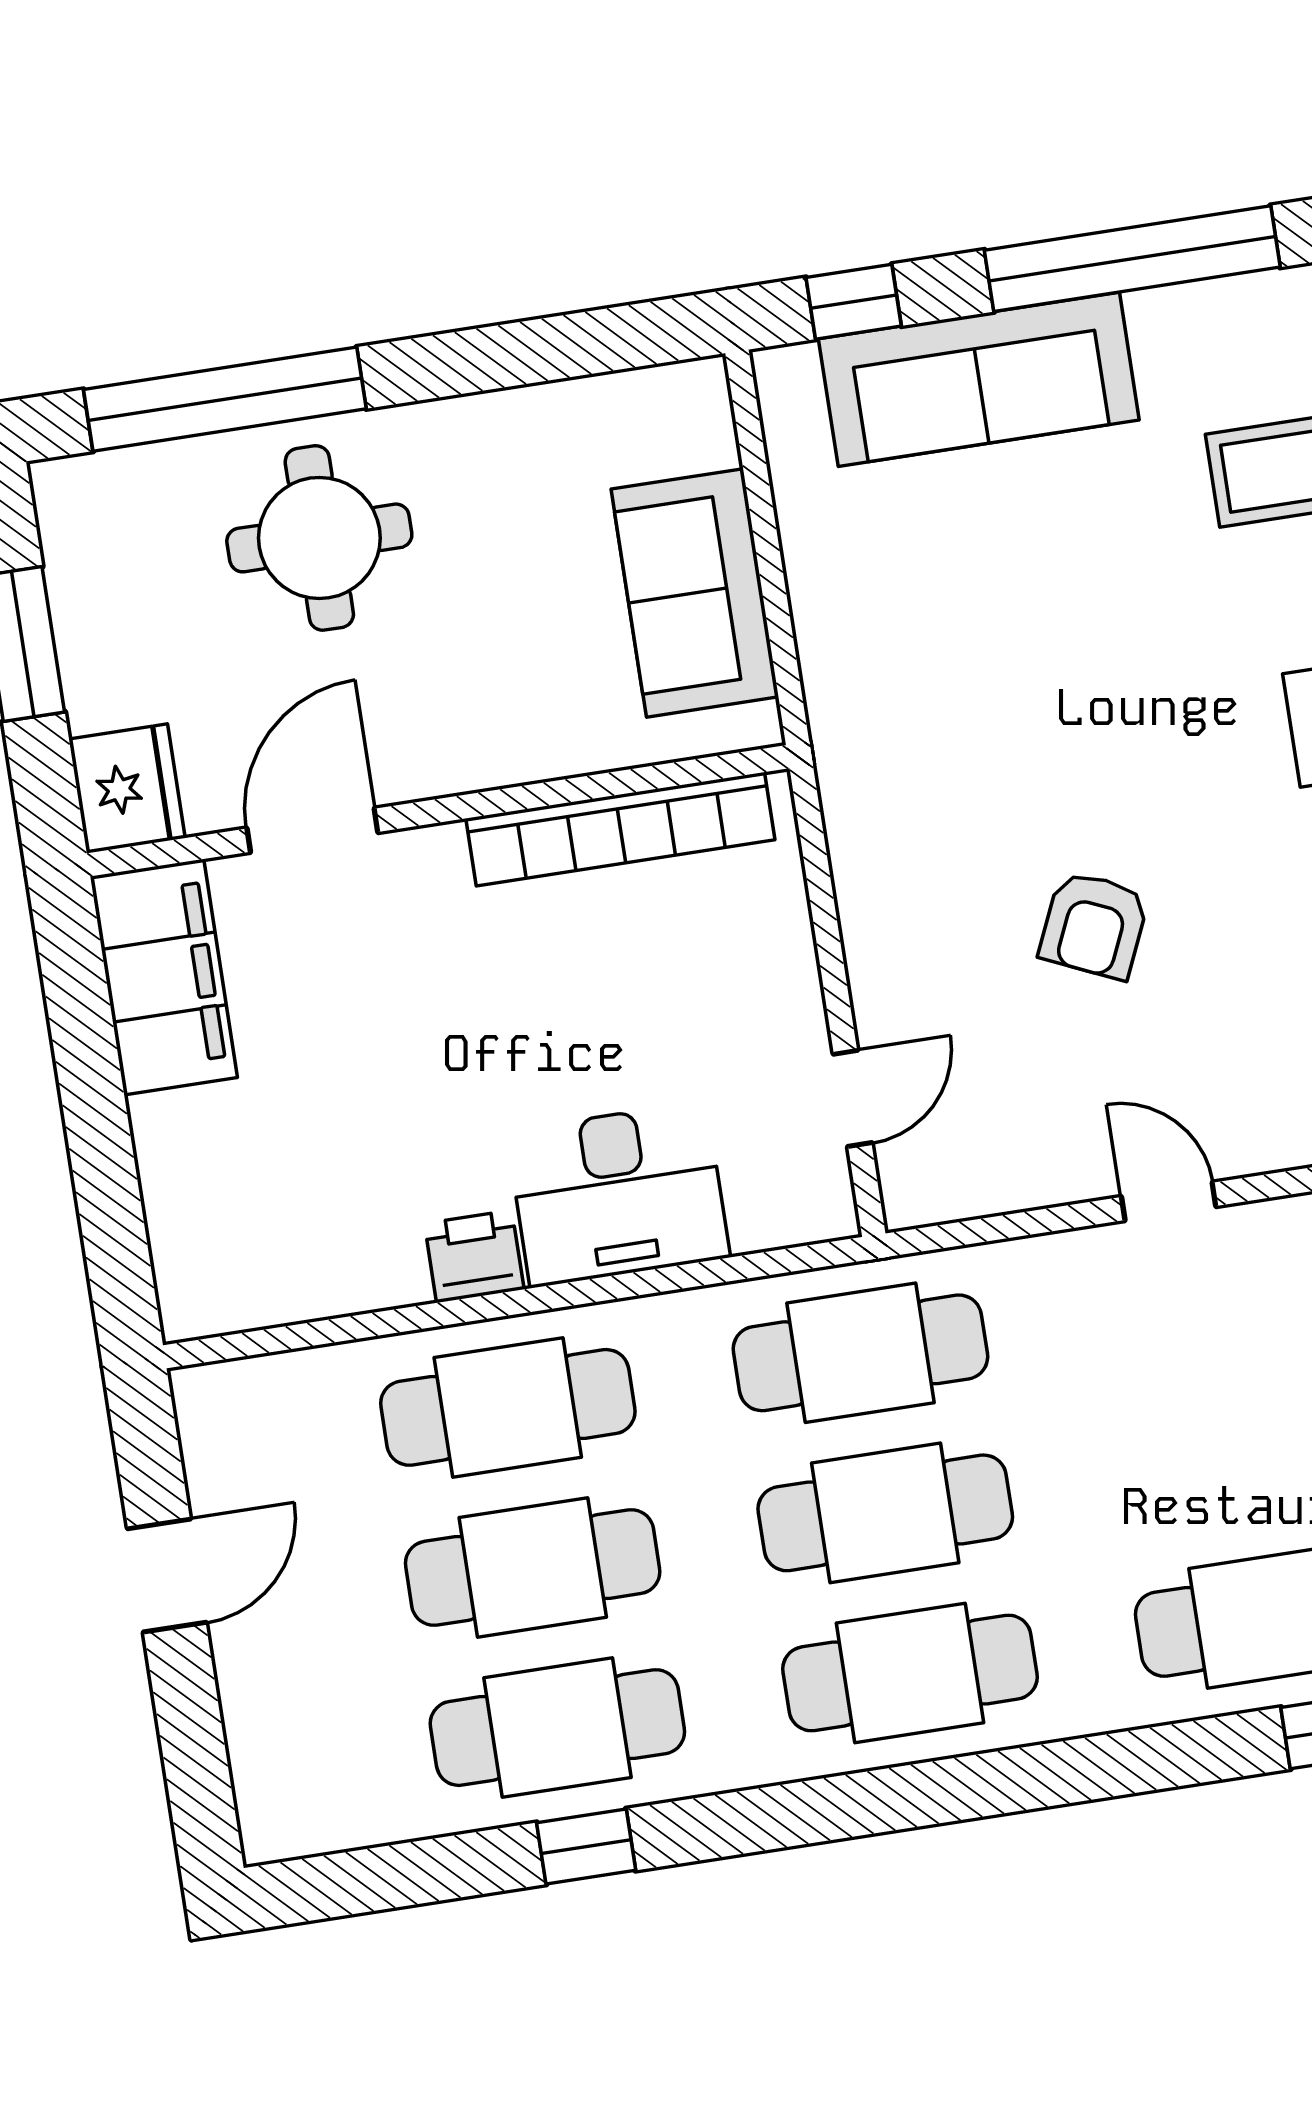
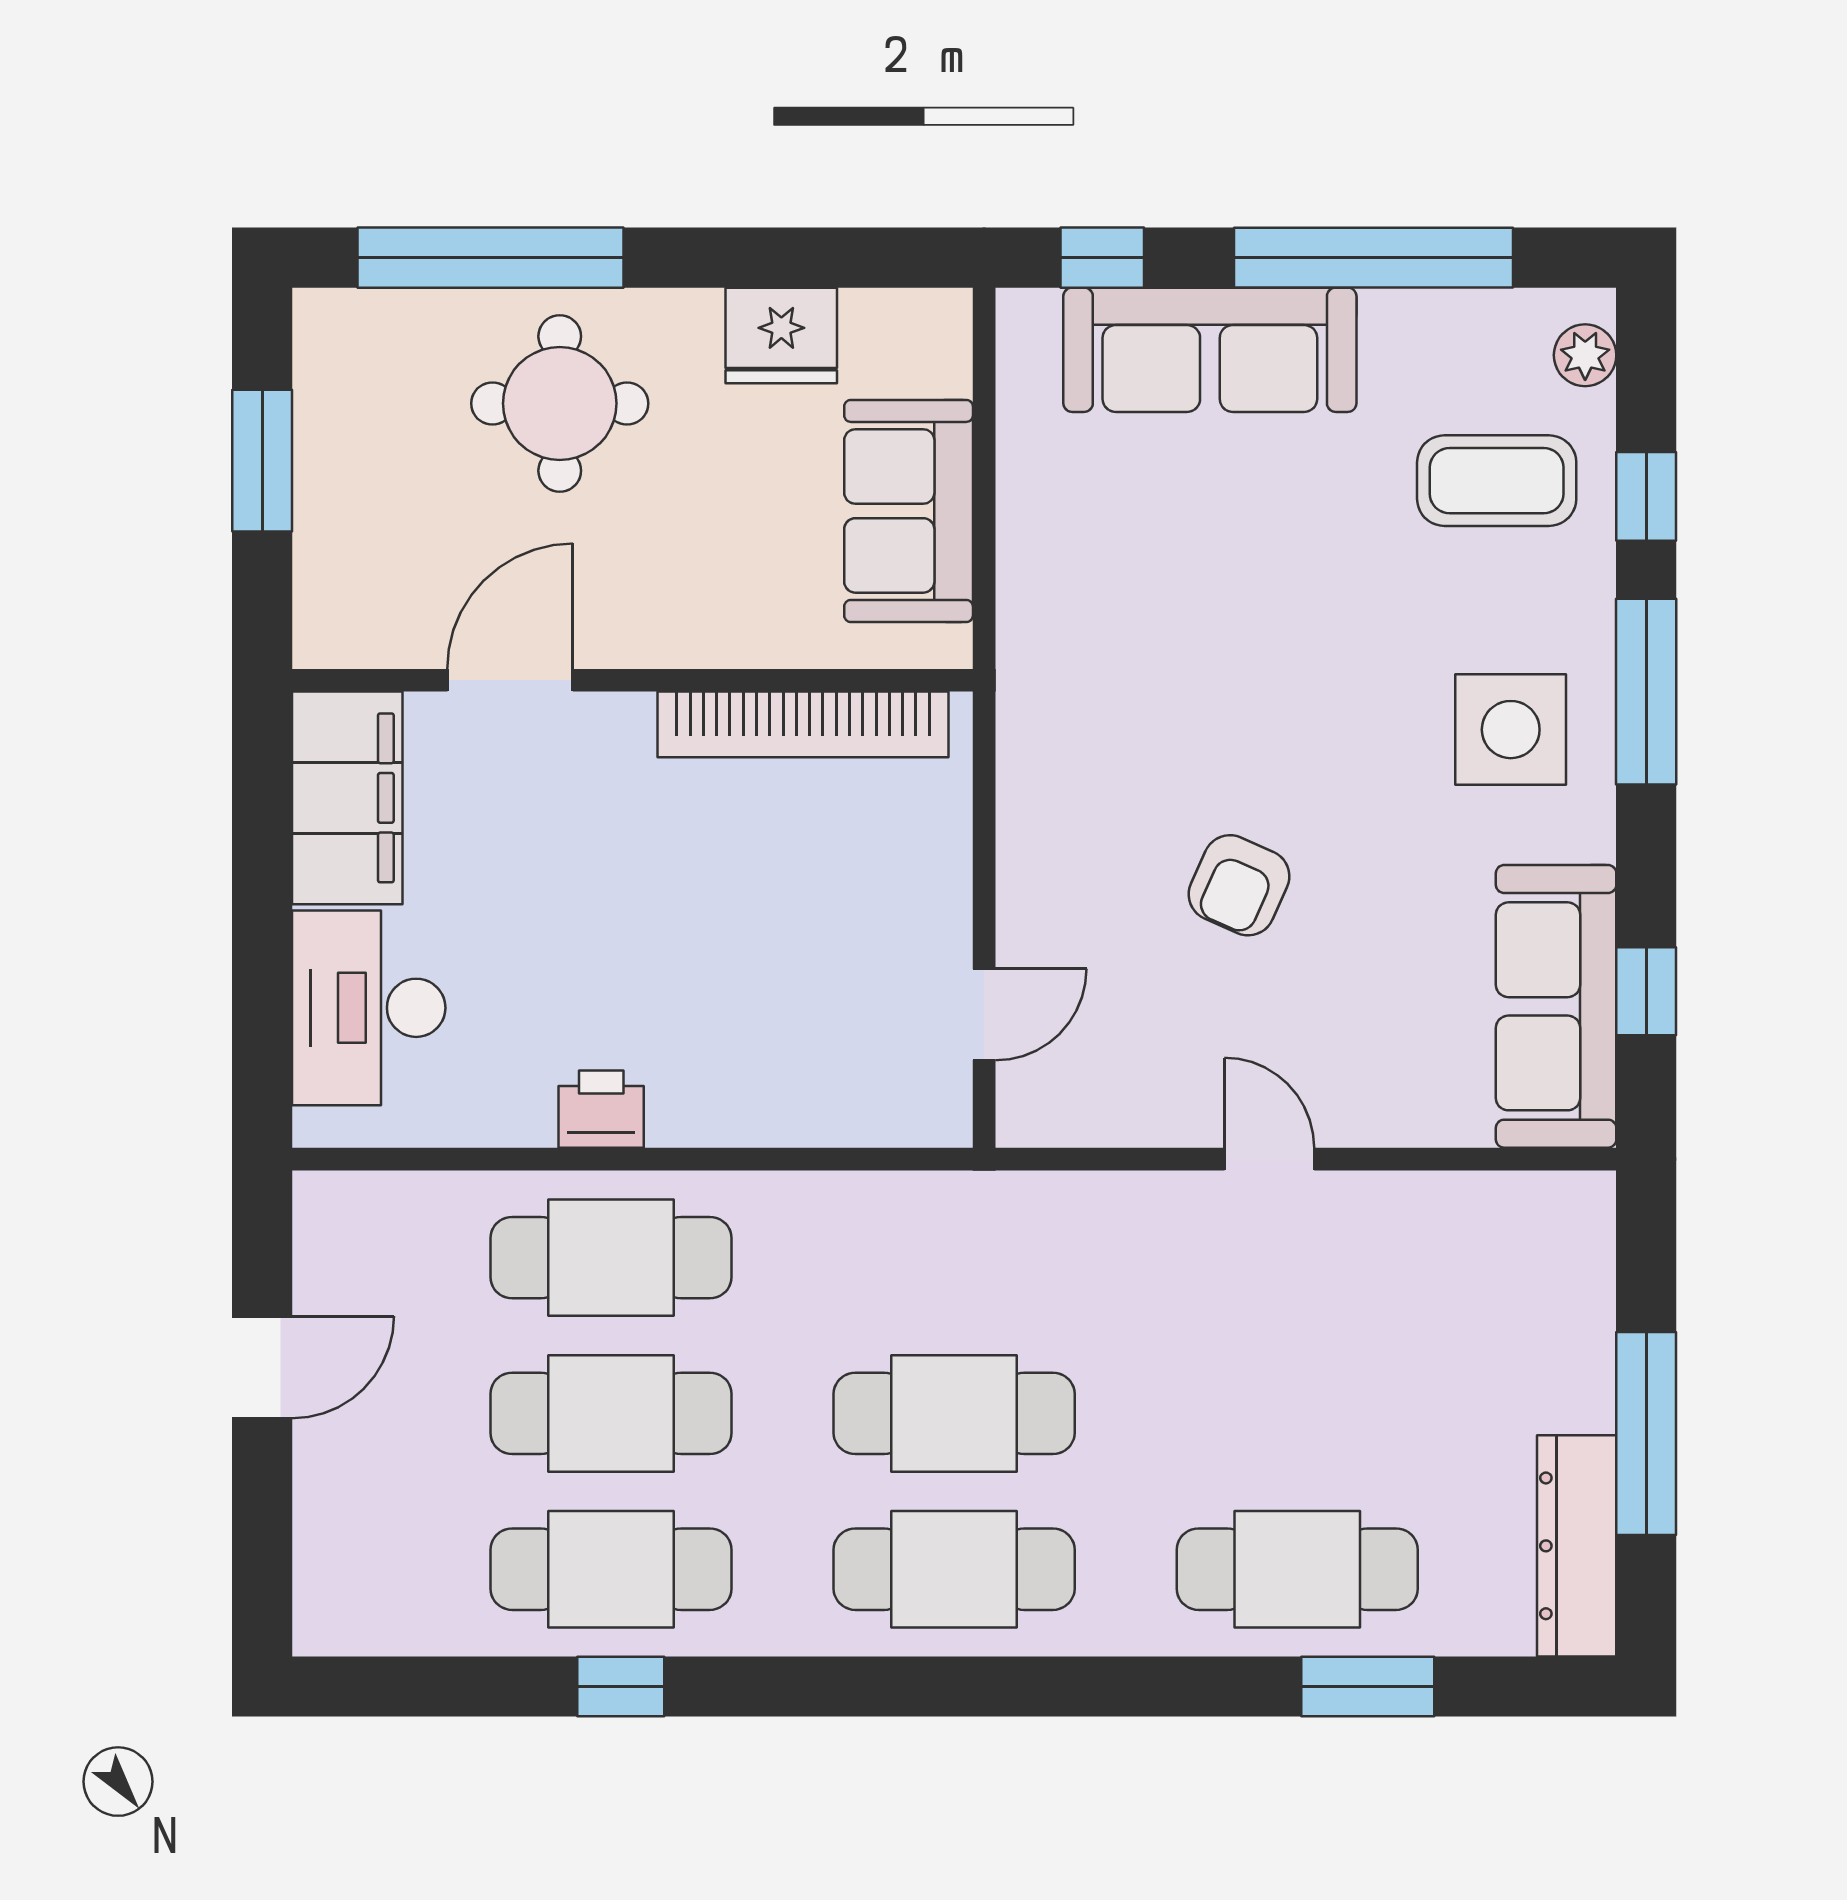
fridge: (127, 789) -> (781, 335), moved, turned 90
desk: (618, 1194) -> (369, 1008), moved, turned 90
cafe table: (860, 1353) -> (954, 1258), removed

